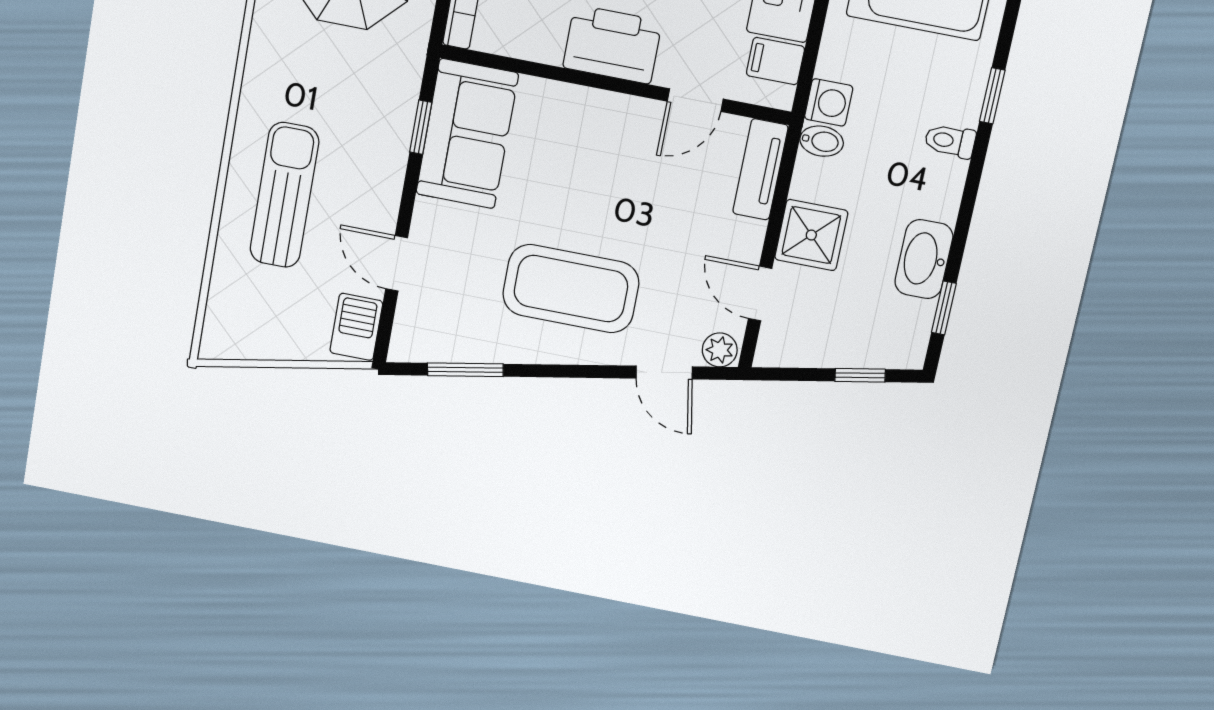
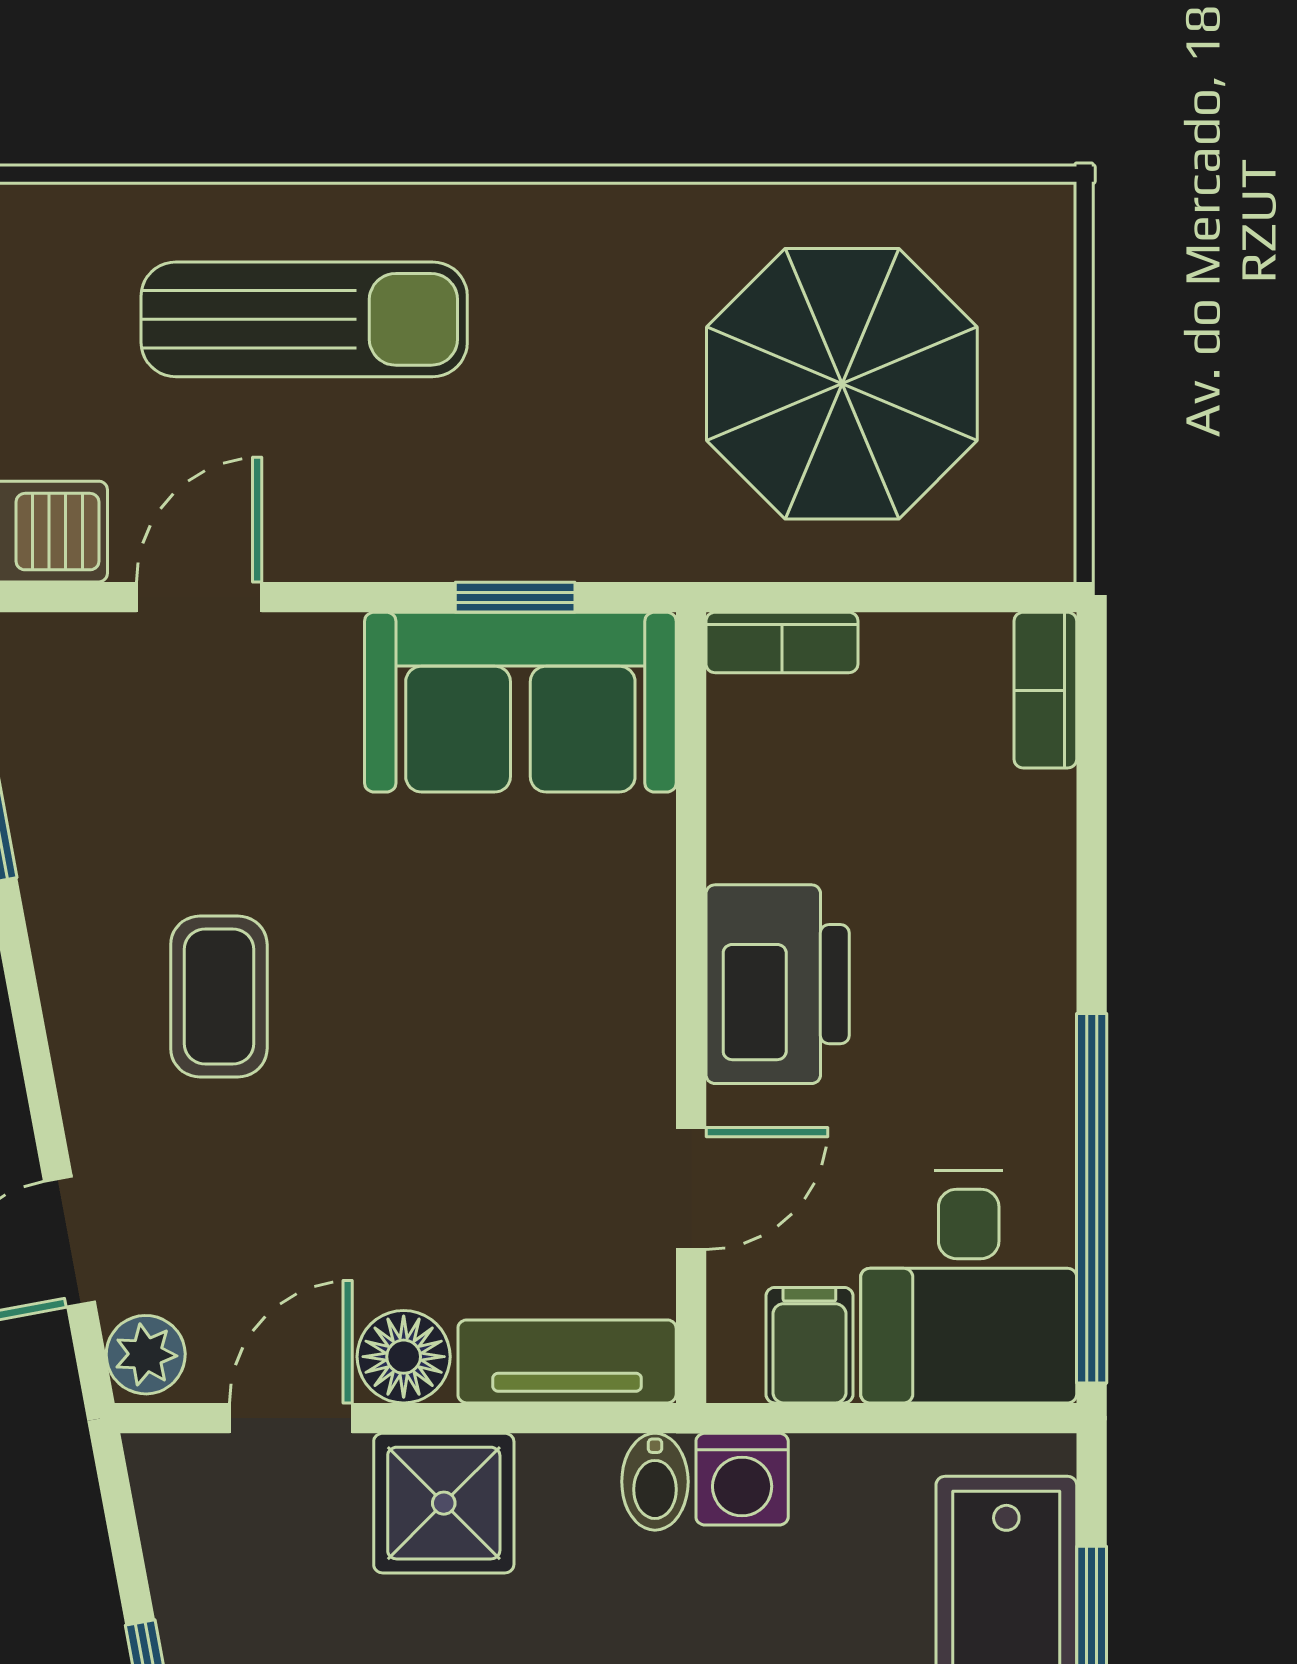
door: (695, 100) -> (691, 1188), swing flipped
floor lamp: (743, 240) -> (404, 1357), added
coffee table: (571, 289) -> (219, 997), width x0.54, depth x0.58

